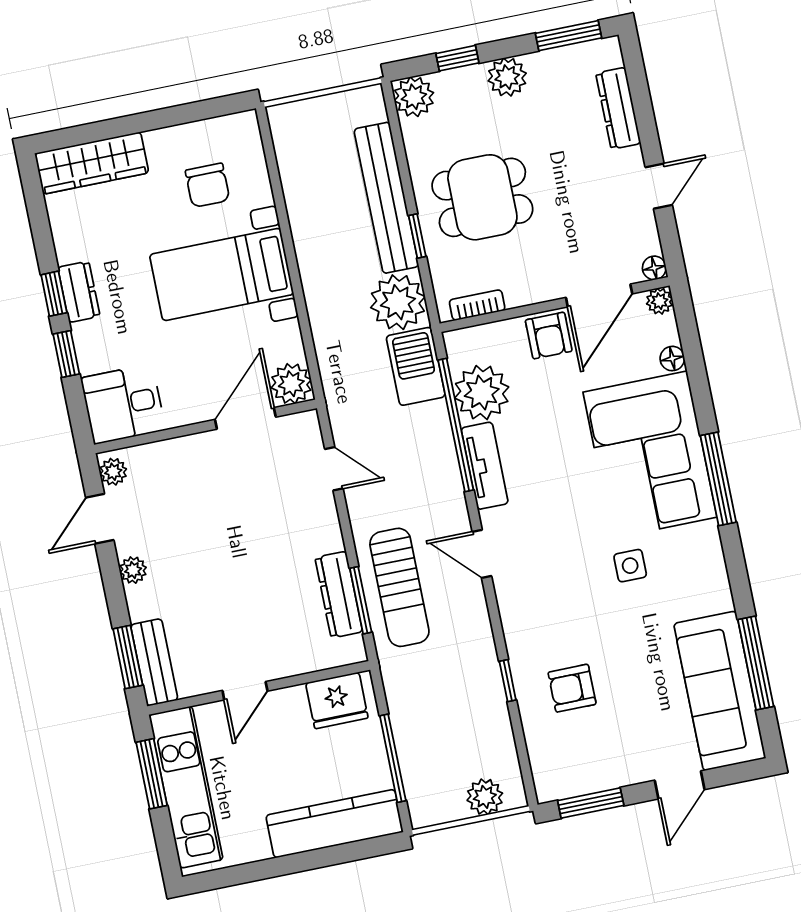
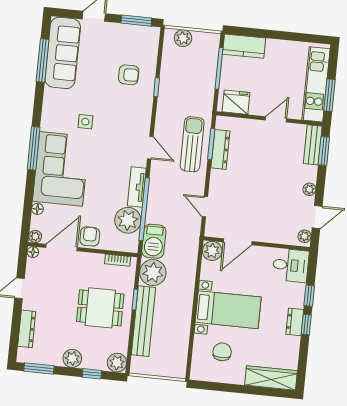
kitchen counter: (335, 824) -> (244, 46), width x0.67

